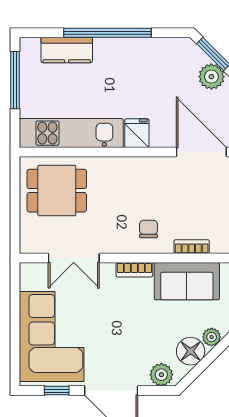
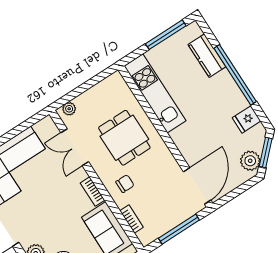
fridge: (137, 133) -> (247, 119), moved, turned 180
dining table: (57, 191) -> (124, 138), moved
plant: (28, 237) -> (69, 109), added

